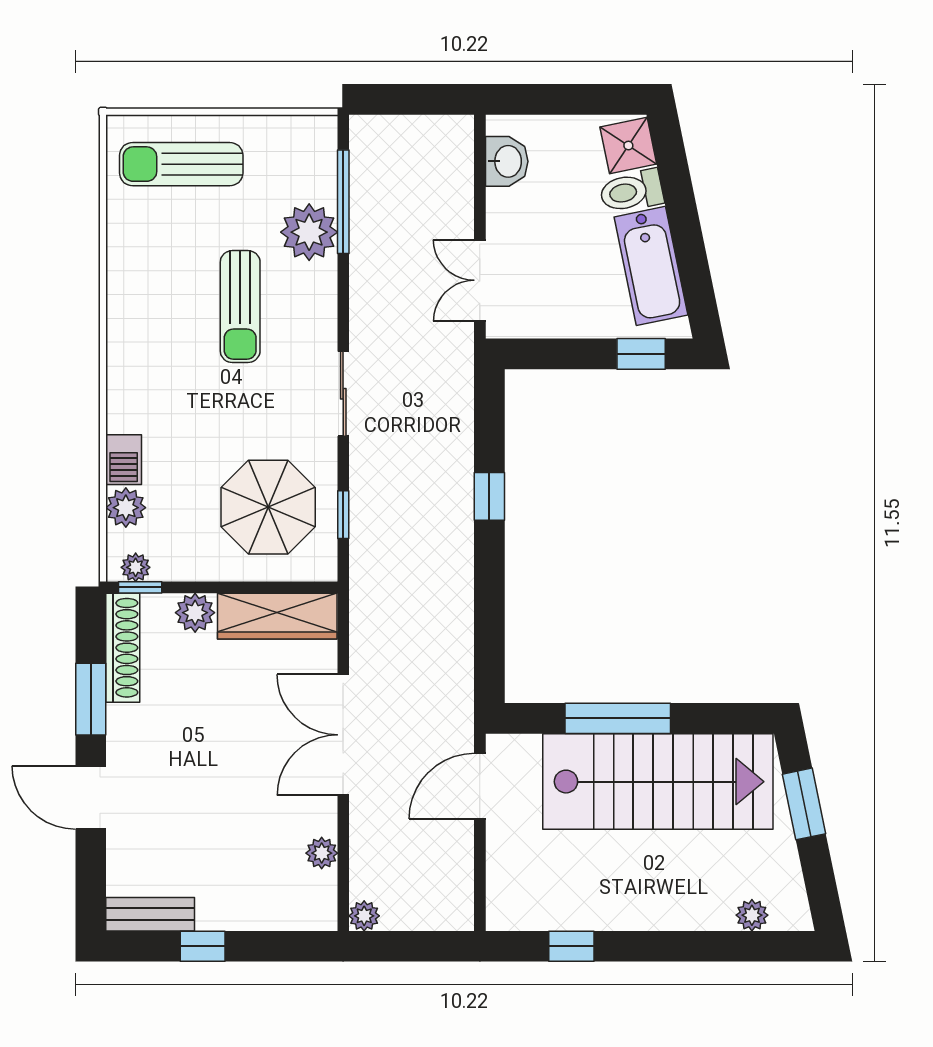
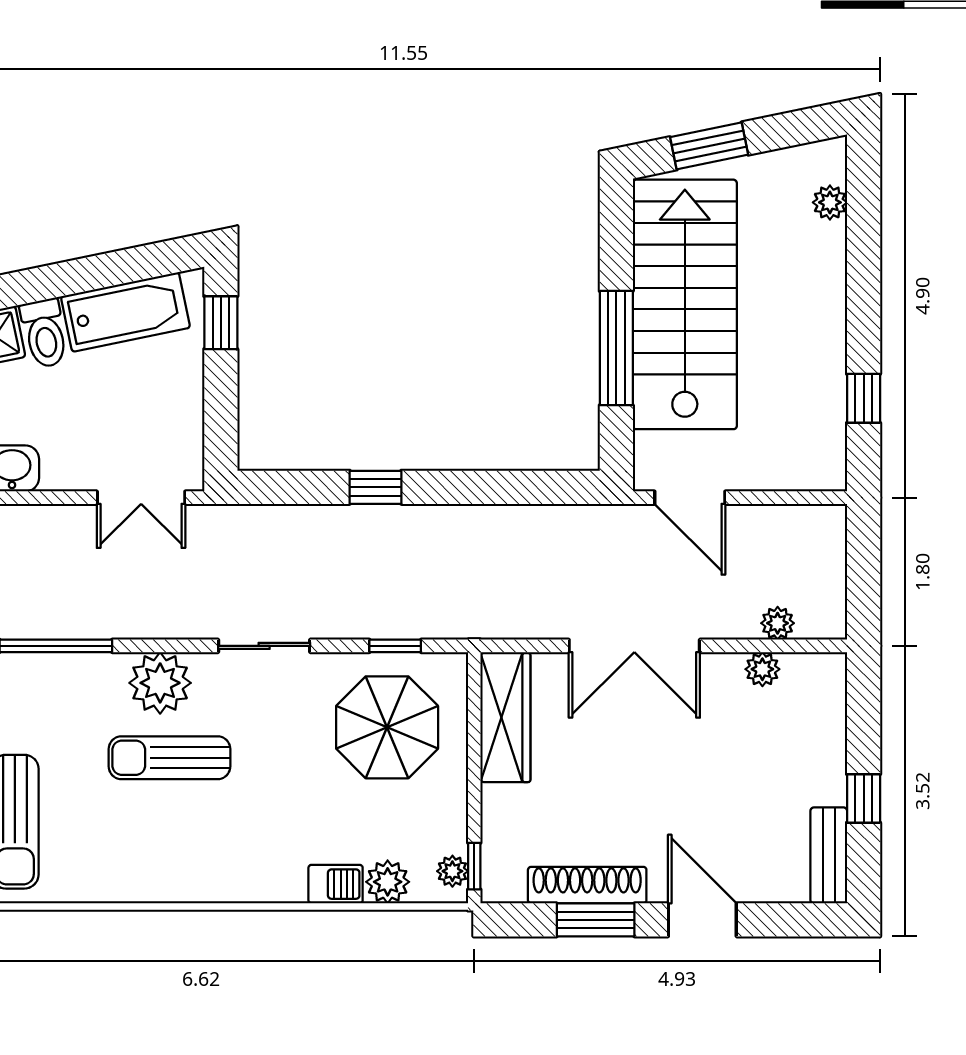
plant: (309, 232) -> (160, 683), moved
sun lounger: (240, 307) -> (170, 758), turned 180
plant: (195, 613) -> (502, 807), removed
shoe rack: (123, 648) -> (587, 885), moved
door: (91, 798) -> (702, 920), swing flipped
plant: (364, 916) -> (778, 623), moved

